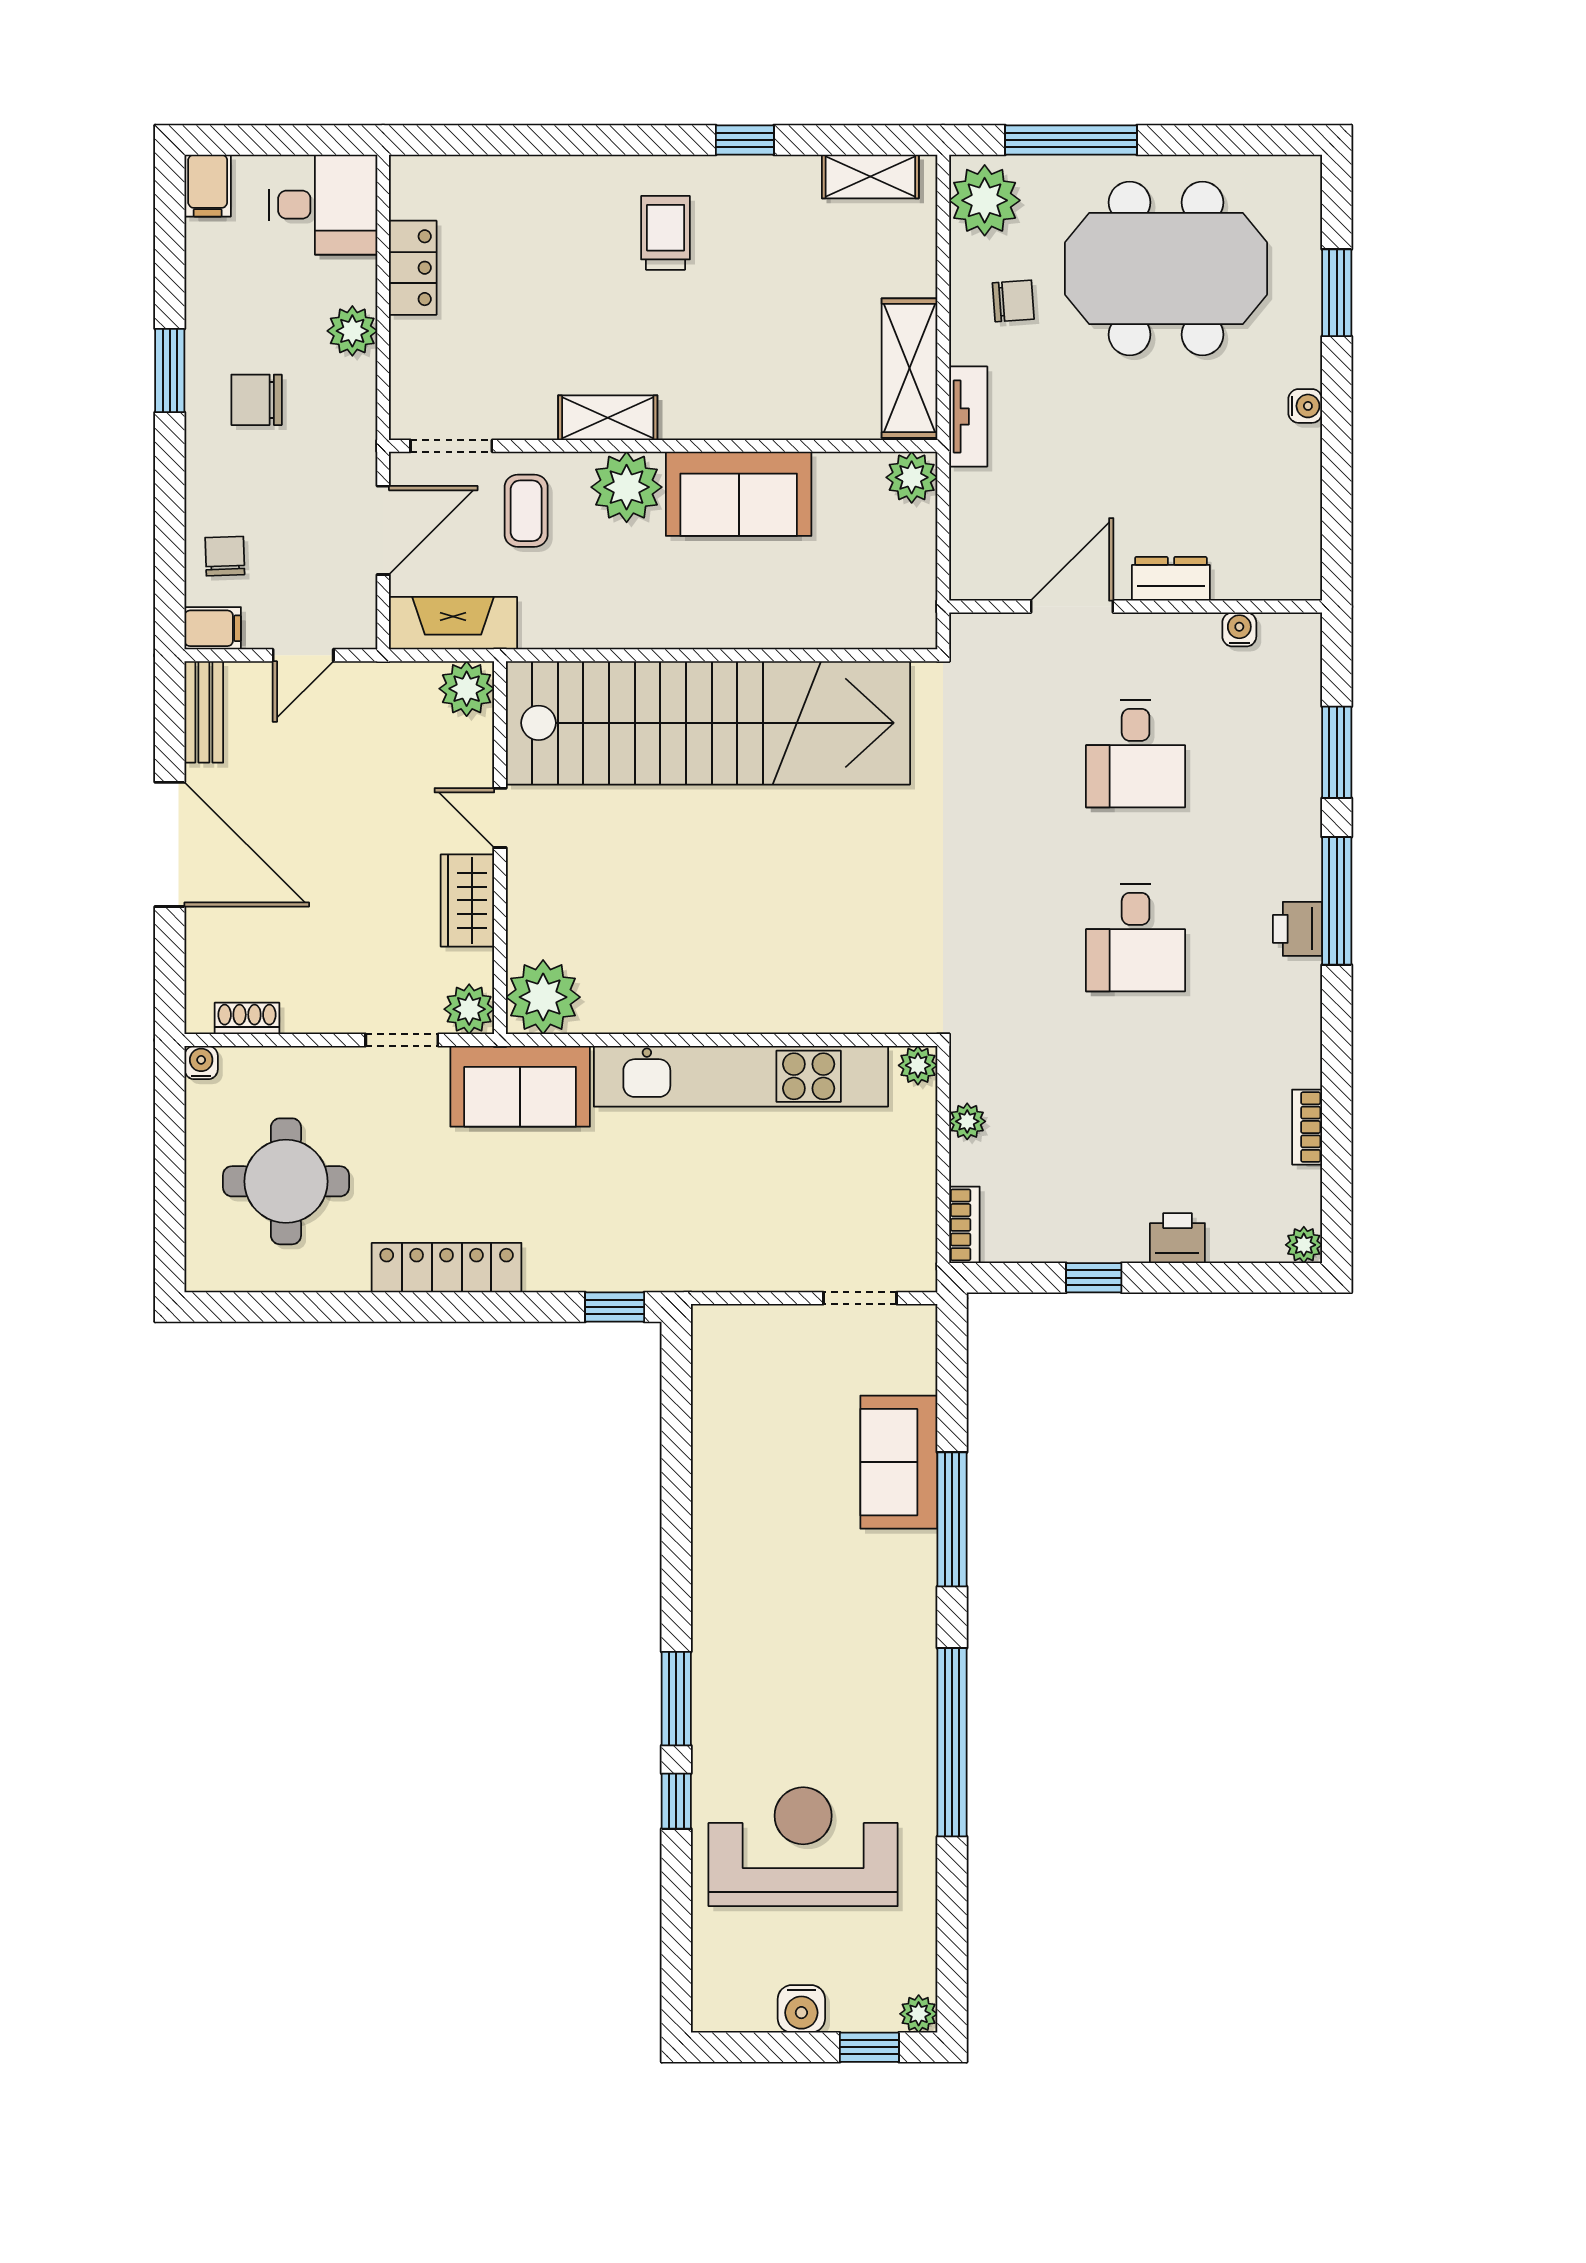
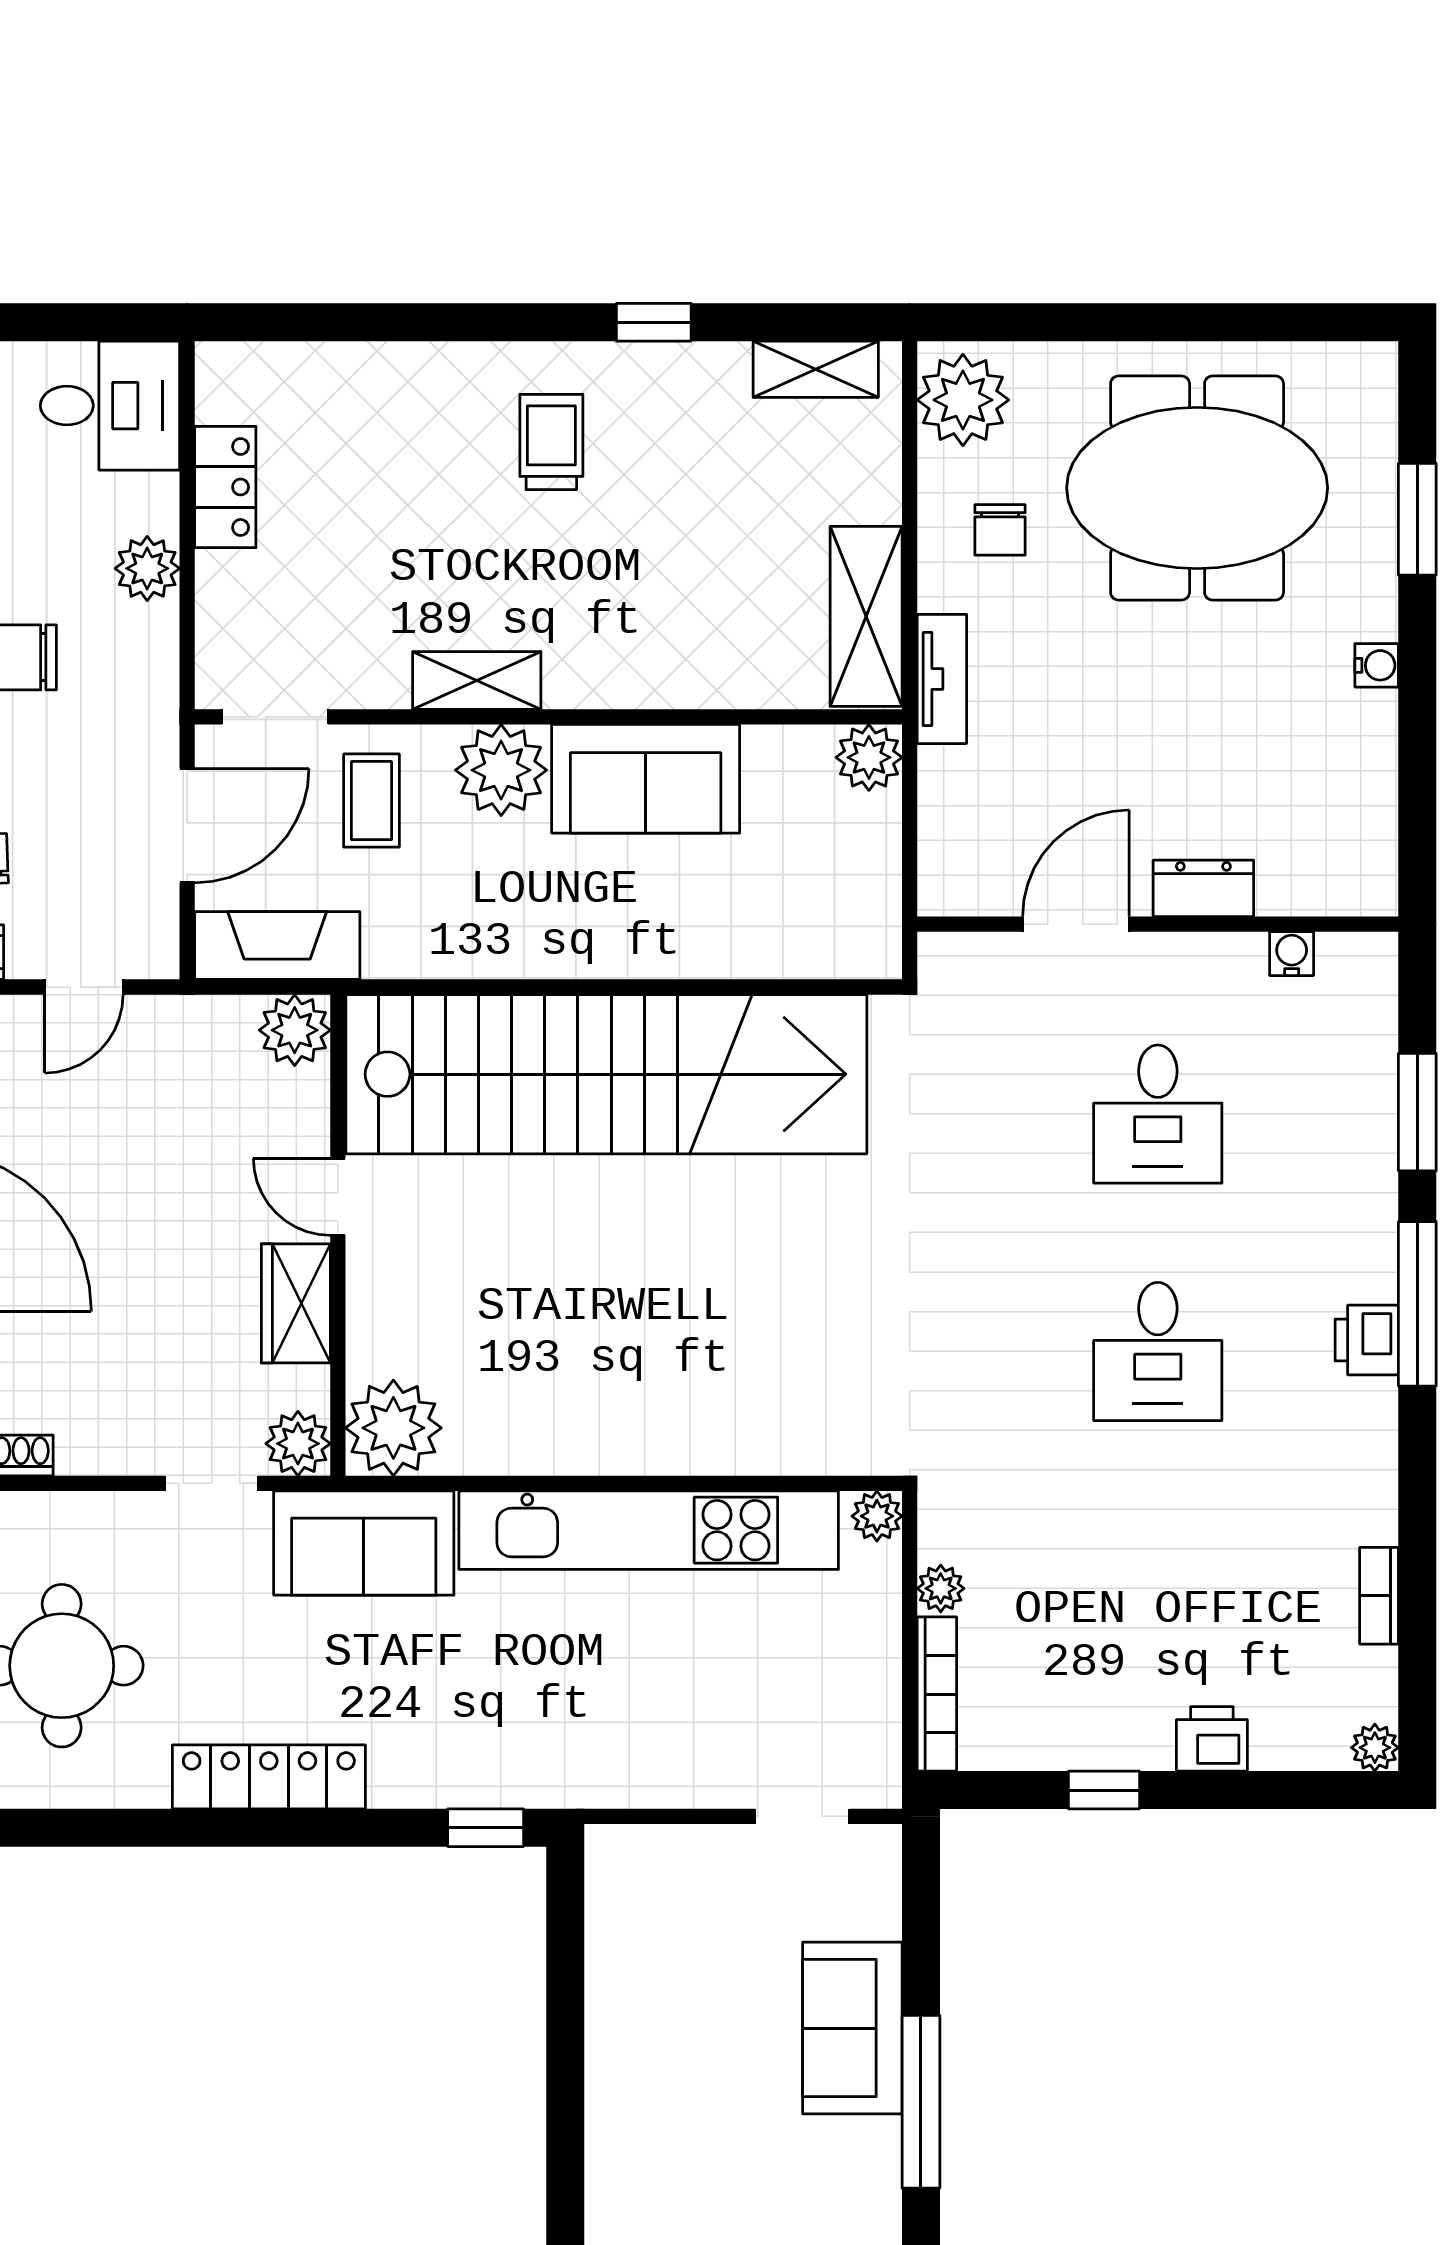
window: (1071, 140) -> (1074, 322), removed
chair: (1013, 301) -> (1000, 530), turned 94
bookcase: (964, 1225) -> (937, 1694), width x1.56

